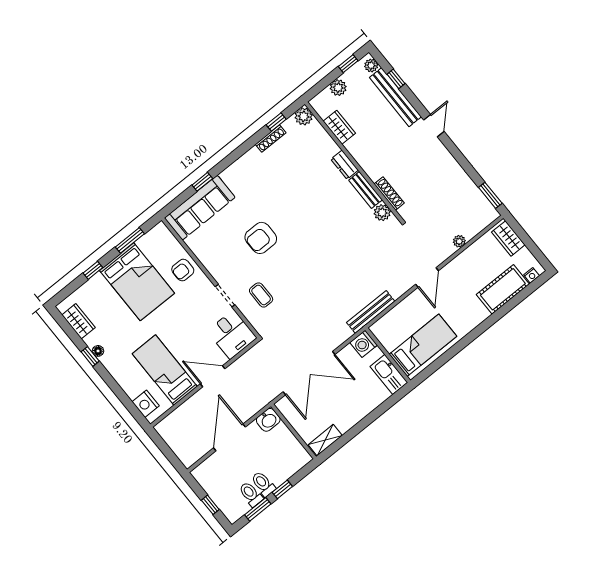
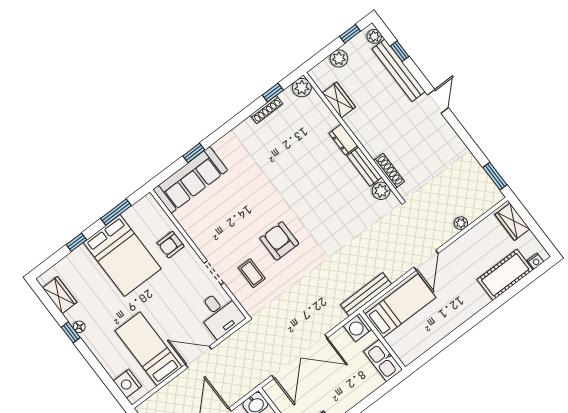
armchair: (261, 238) -> (279, 241), moved, turned 90
bed: (423, 345) -> (400, 306), moved

